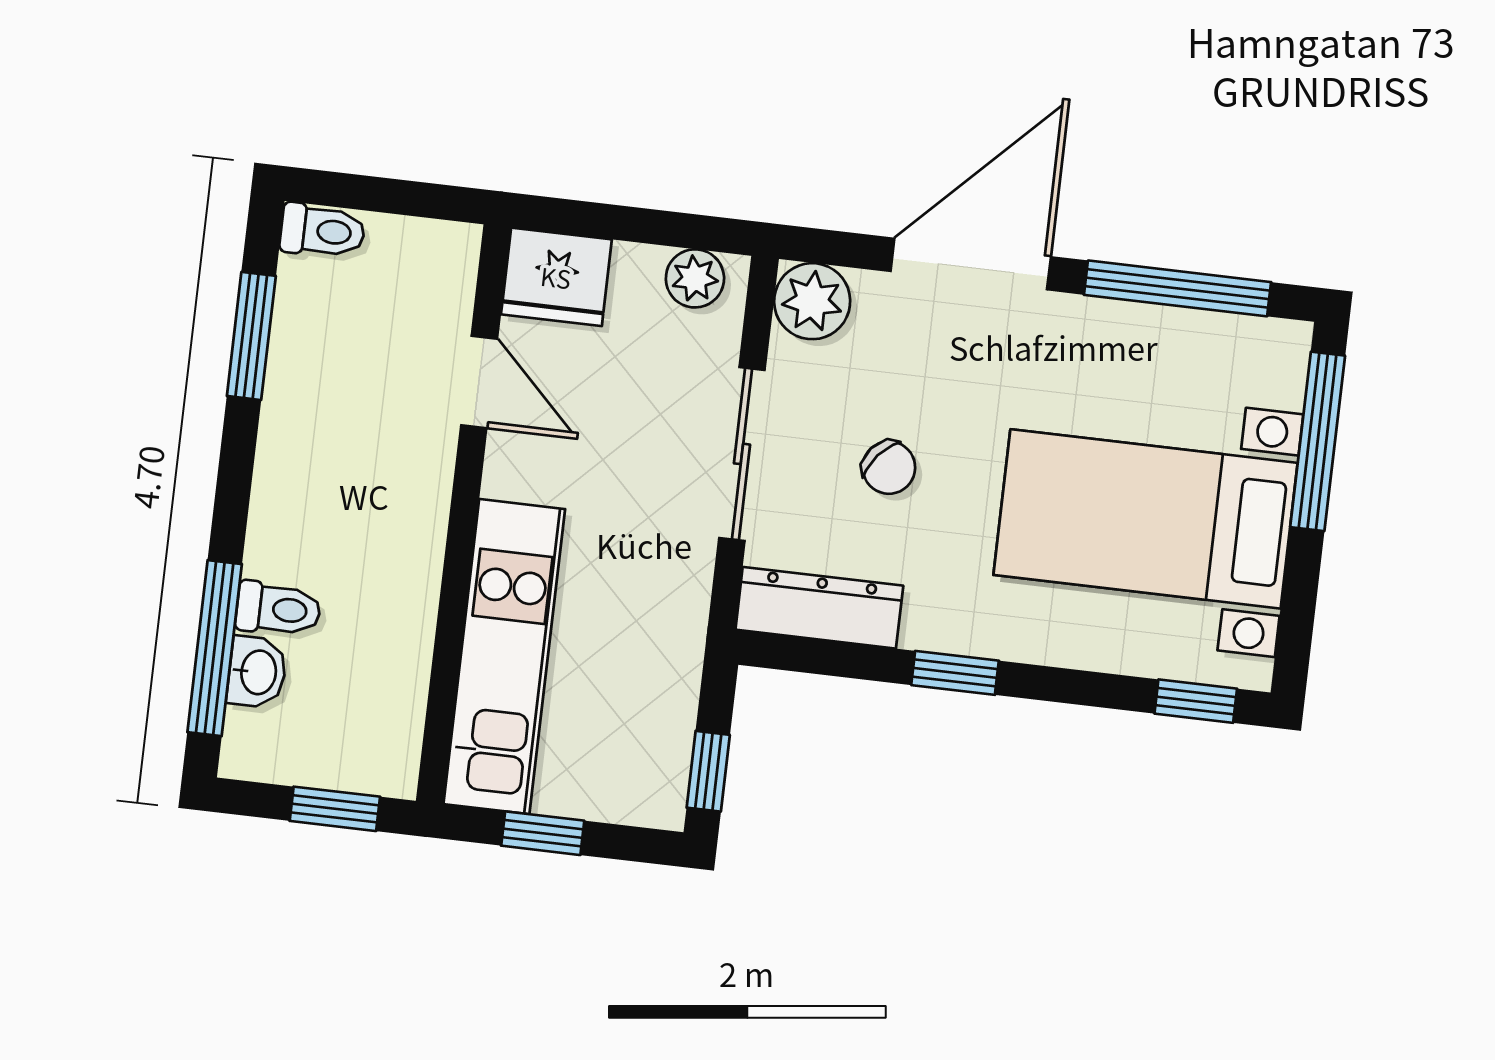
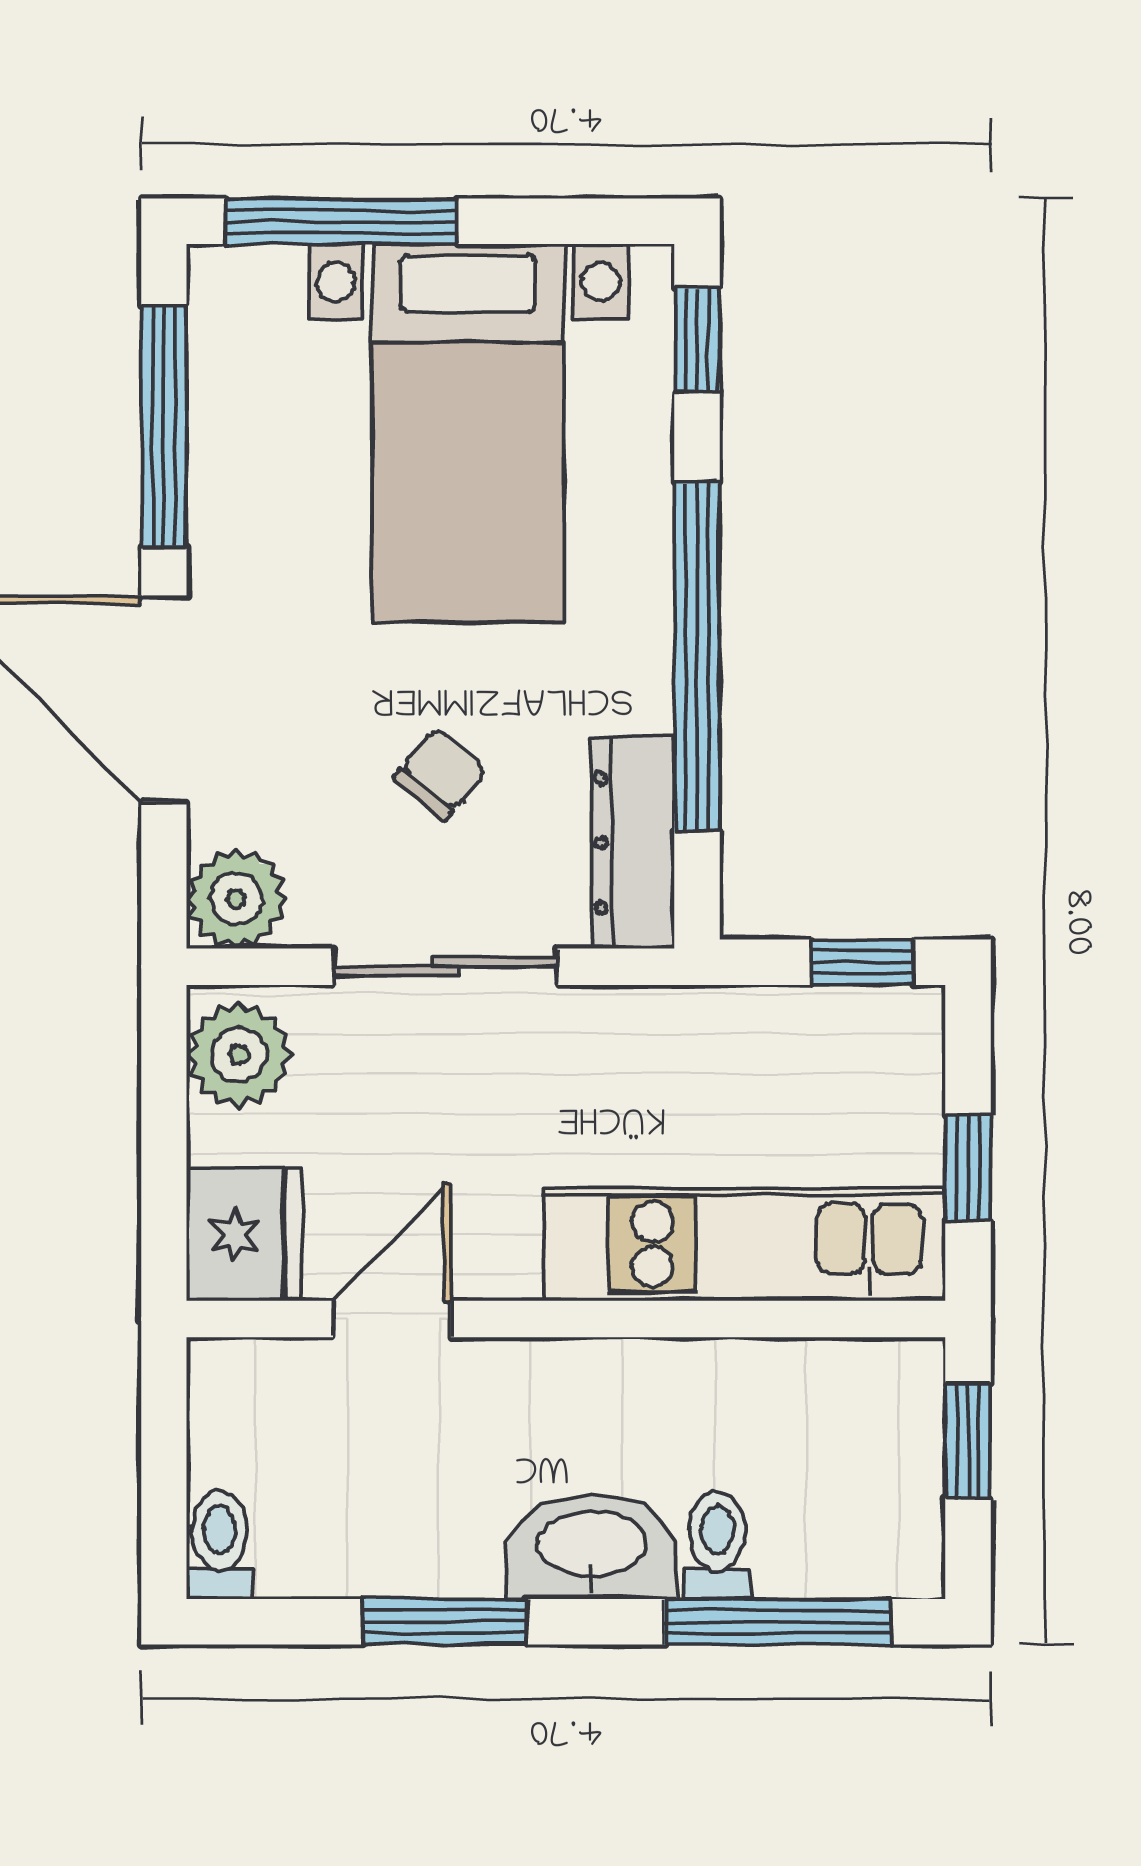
plant: (695, 278) -> (239, 1055), width x1.38, depth x1.38
window: (251, 336) -> (445, 1622), moved
washbasin: (257, 672) -> (591, 1547), moved, width x1.91, depth x1.45
window: (955, 673) -> (697, 657), width x3.17

